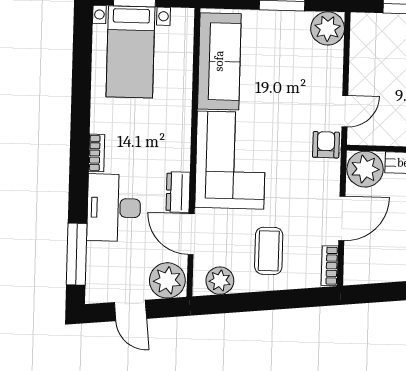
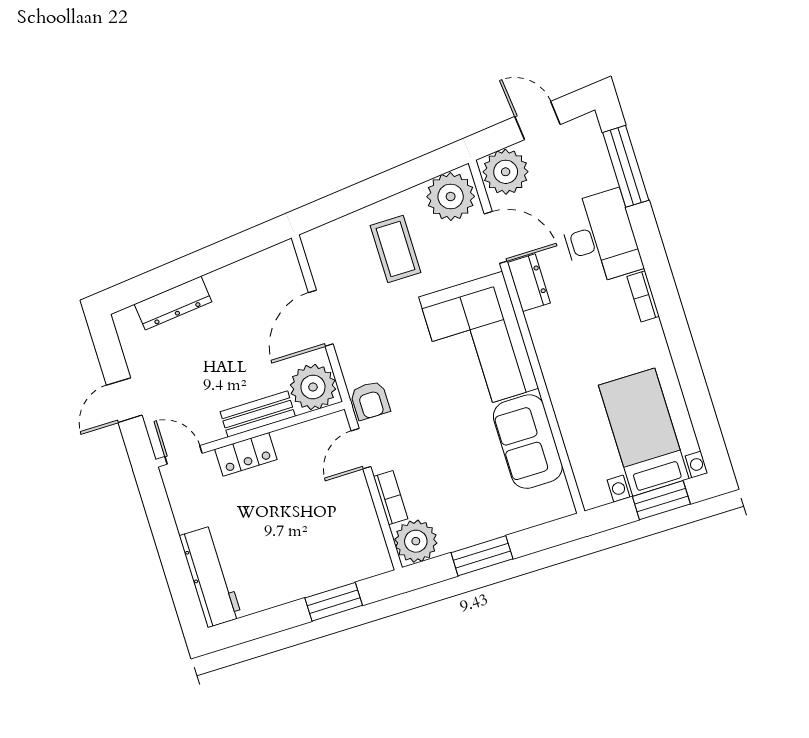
sofa: (219, 61) -> (528, 442), width x0.73
bookcase: (330, 266) -> (391, 498), moved
plant: (220, 281) -> (451, 197), width x1.36, depth x1.36

